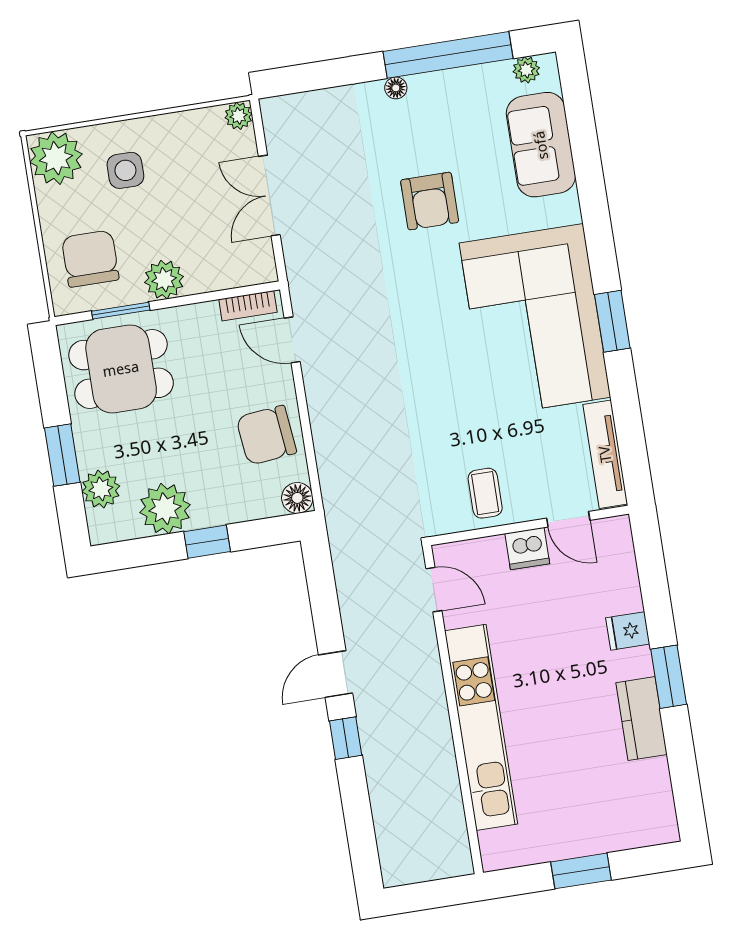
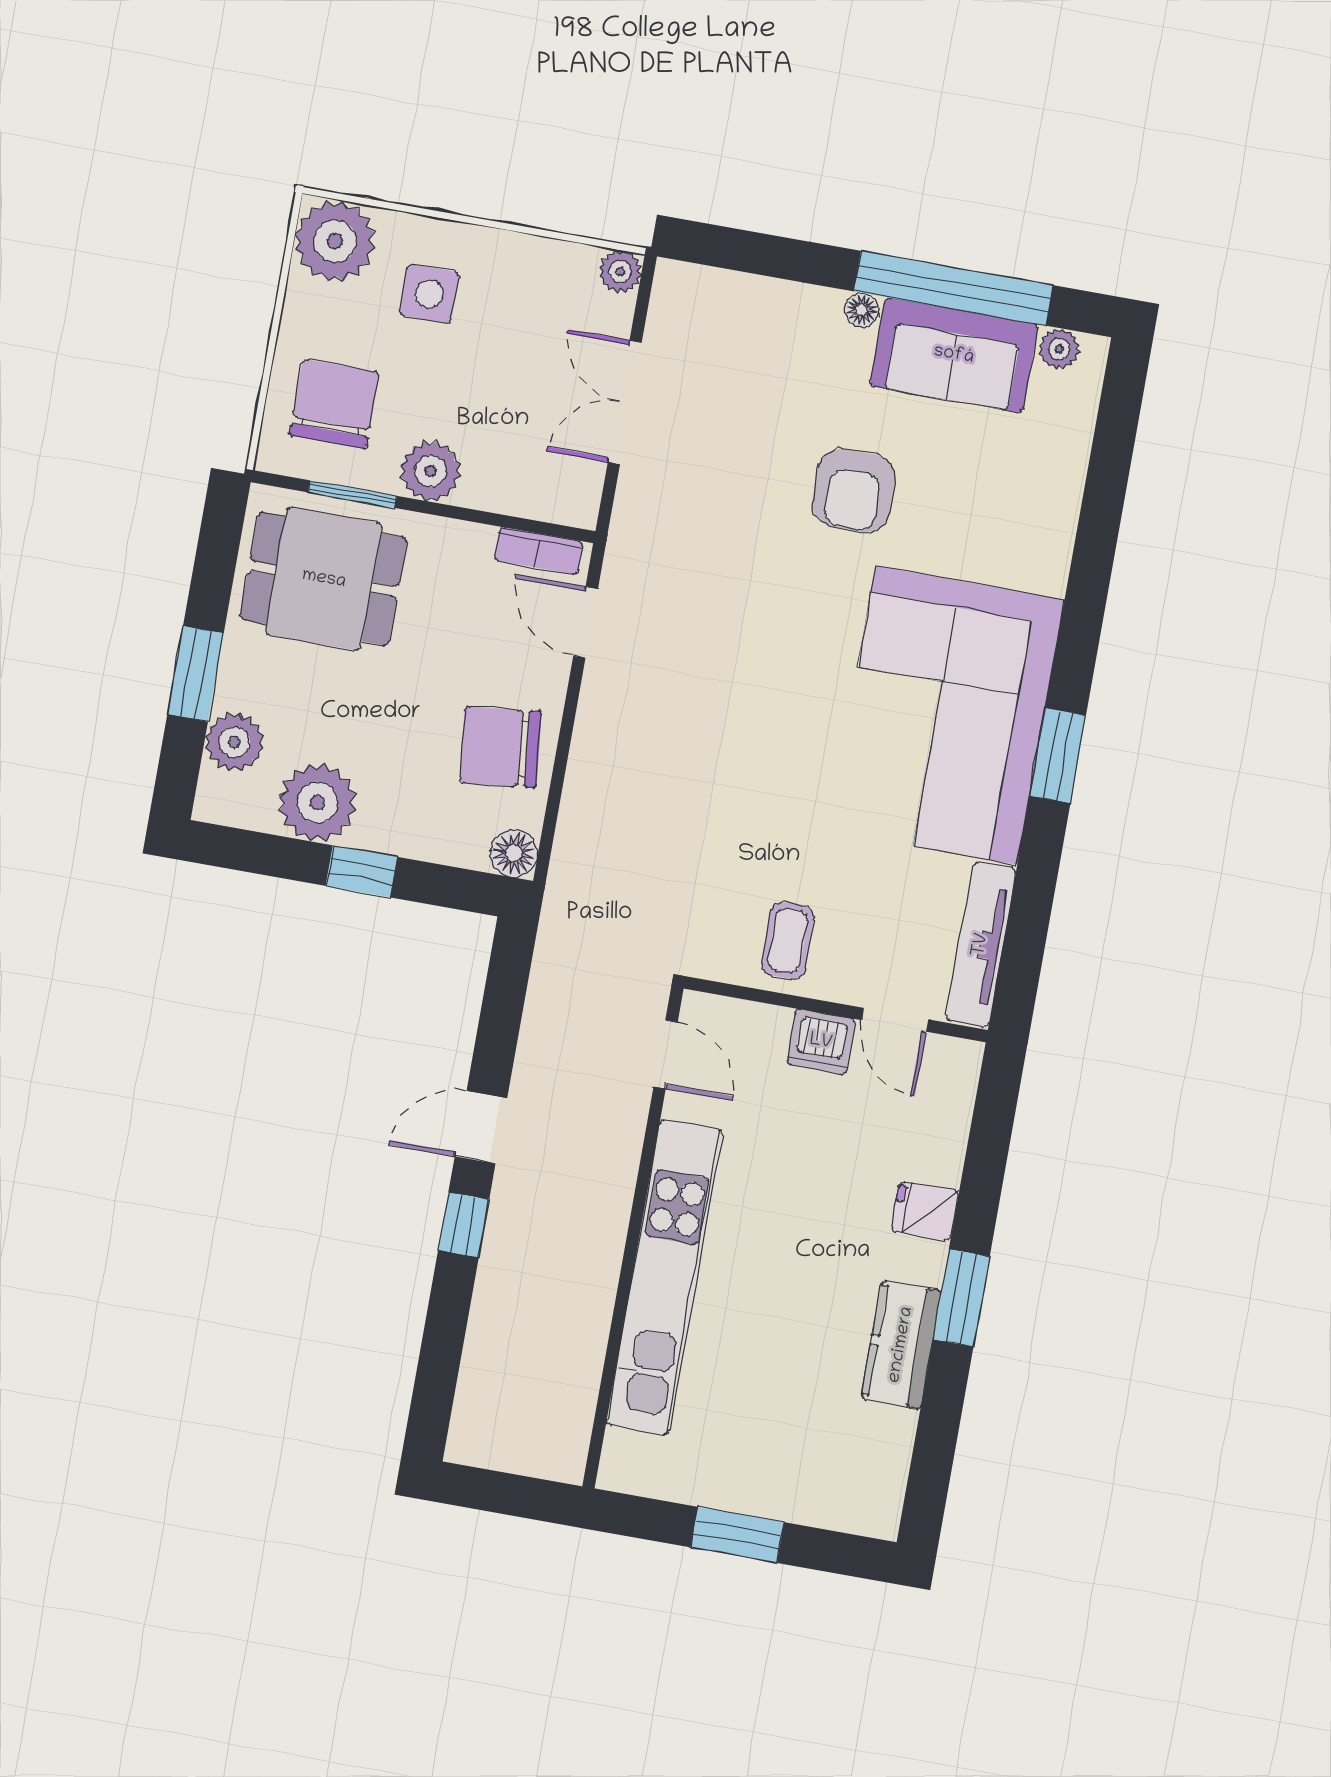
sofa: (541, 145) -> (954, 355), moved, turned -90

